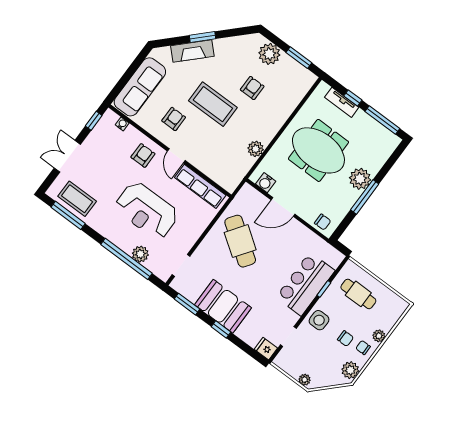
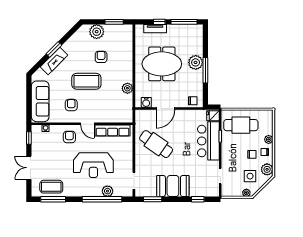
cafe table: (358, 294) -> (241, 125), width x1.37, depth x1.35
side table: (319, 320) -> (250, 176), moved
window: (221, 329) -> (198, 199), moved
fridge: (266, 349) -> (213, 116), moved

